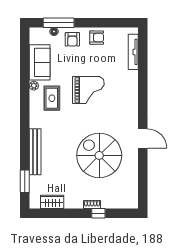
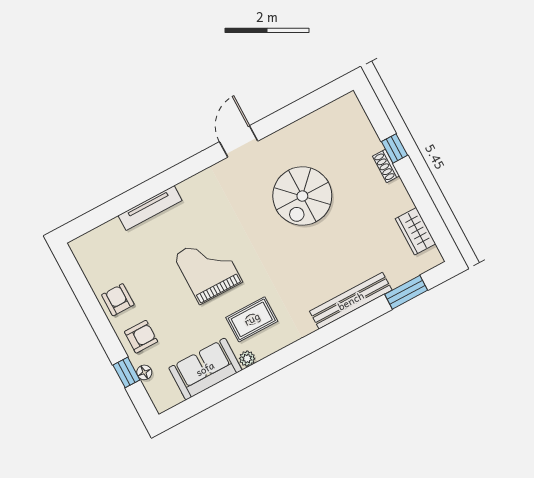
window: (59, 23) -> (126, 372), width x0.46
tv unit: (133, 52) -> (150, 208), moved
spiral stairs: (99, 155) -> (302, 196), width x0.73, depth x0.73

